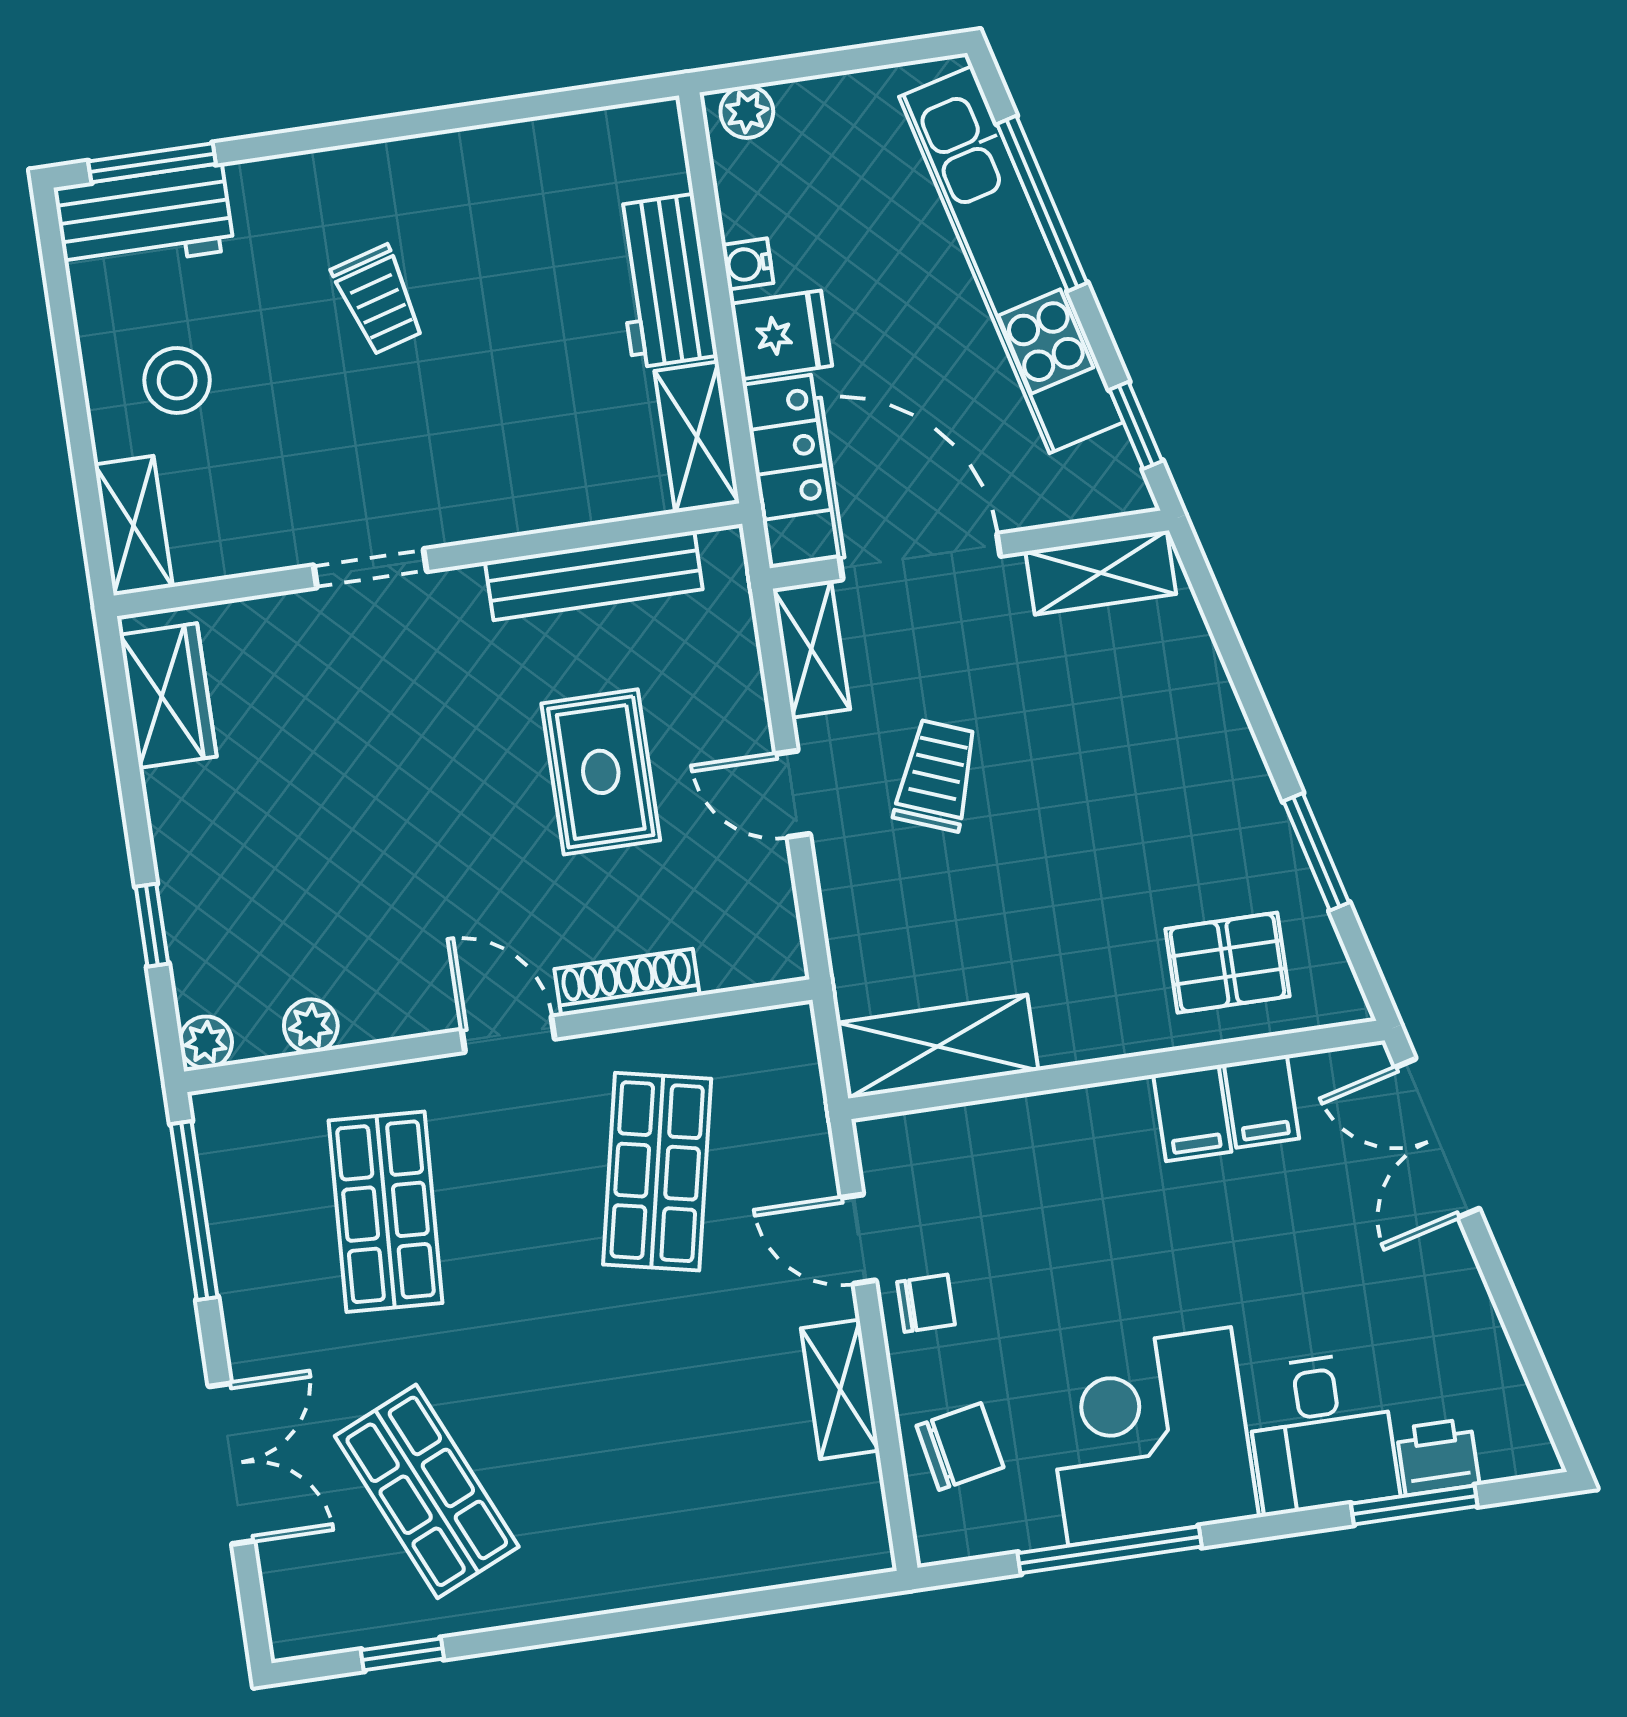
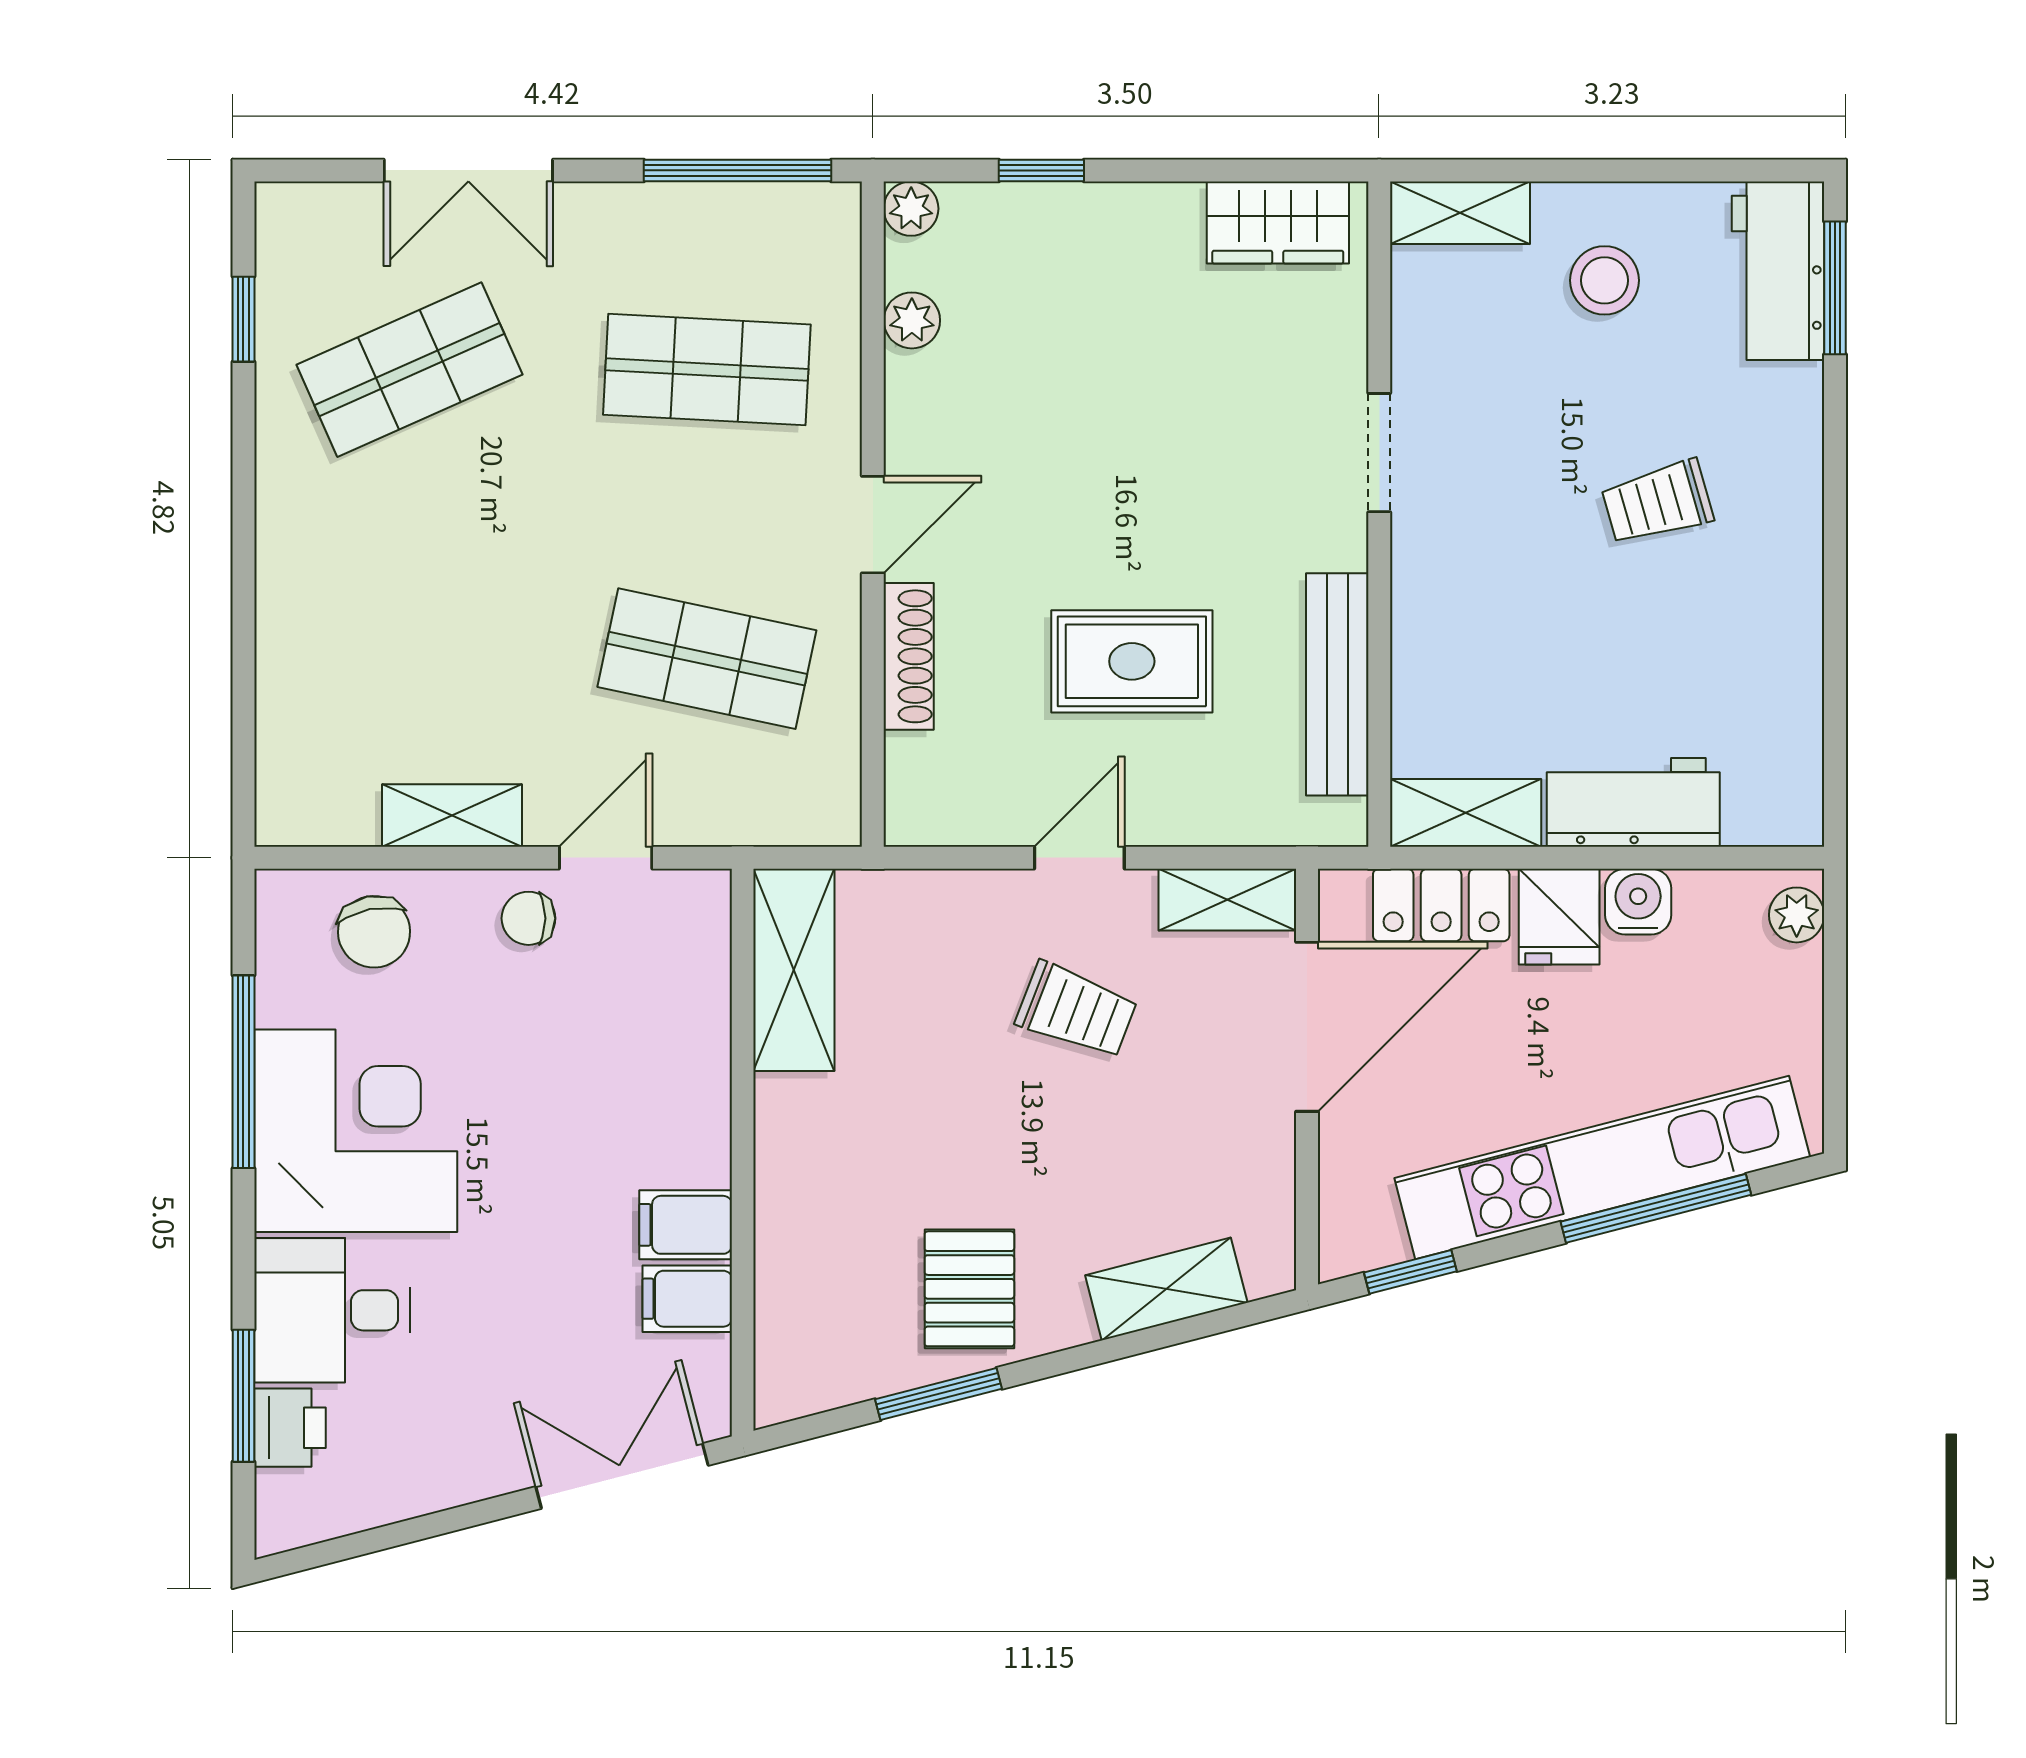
water cooler: (748, 264) -> (1638, 902), width x1.38, depth x1.38
shelving: (1101, 573) -> (1166, 1289), moved, turned 75
pallet: (1227, 963) -> (969, 1289), moved
chair: (926, 1303) -> (528, 918), turned 90

